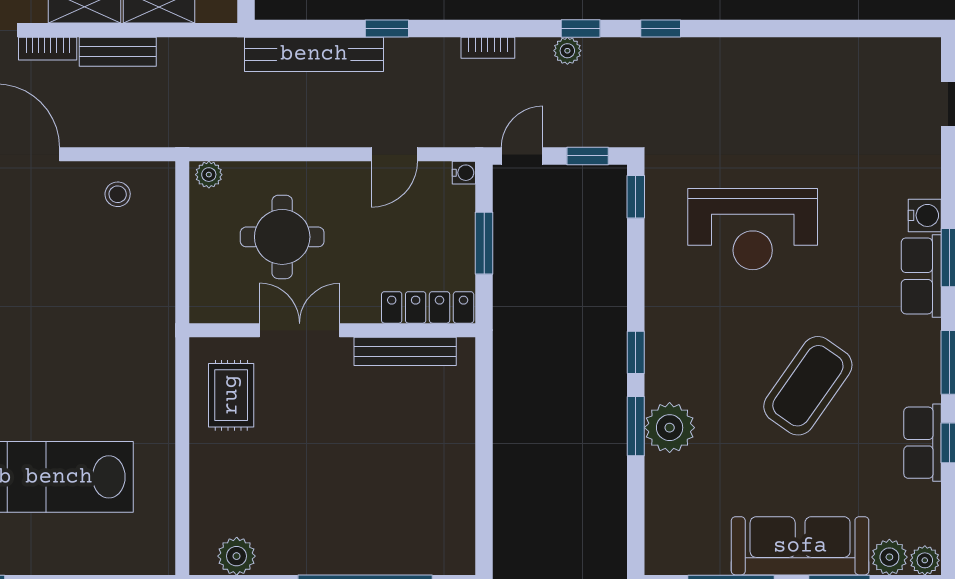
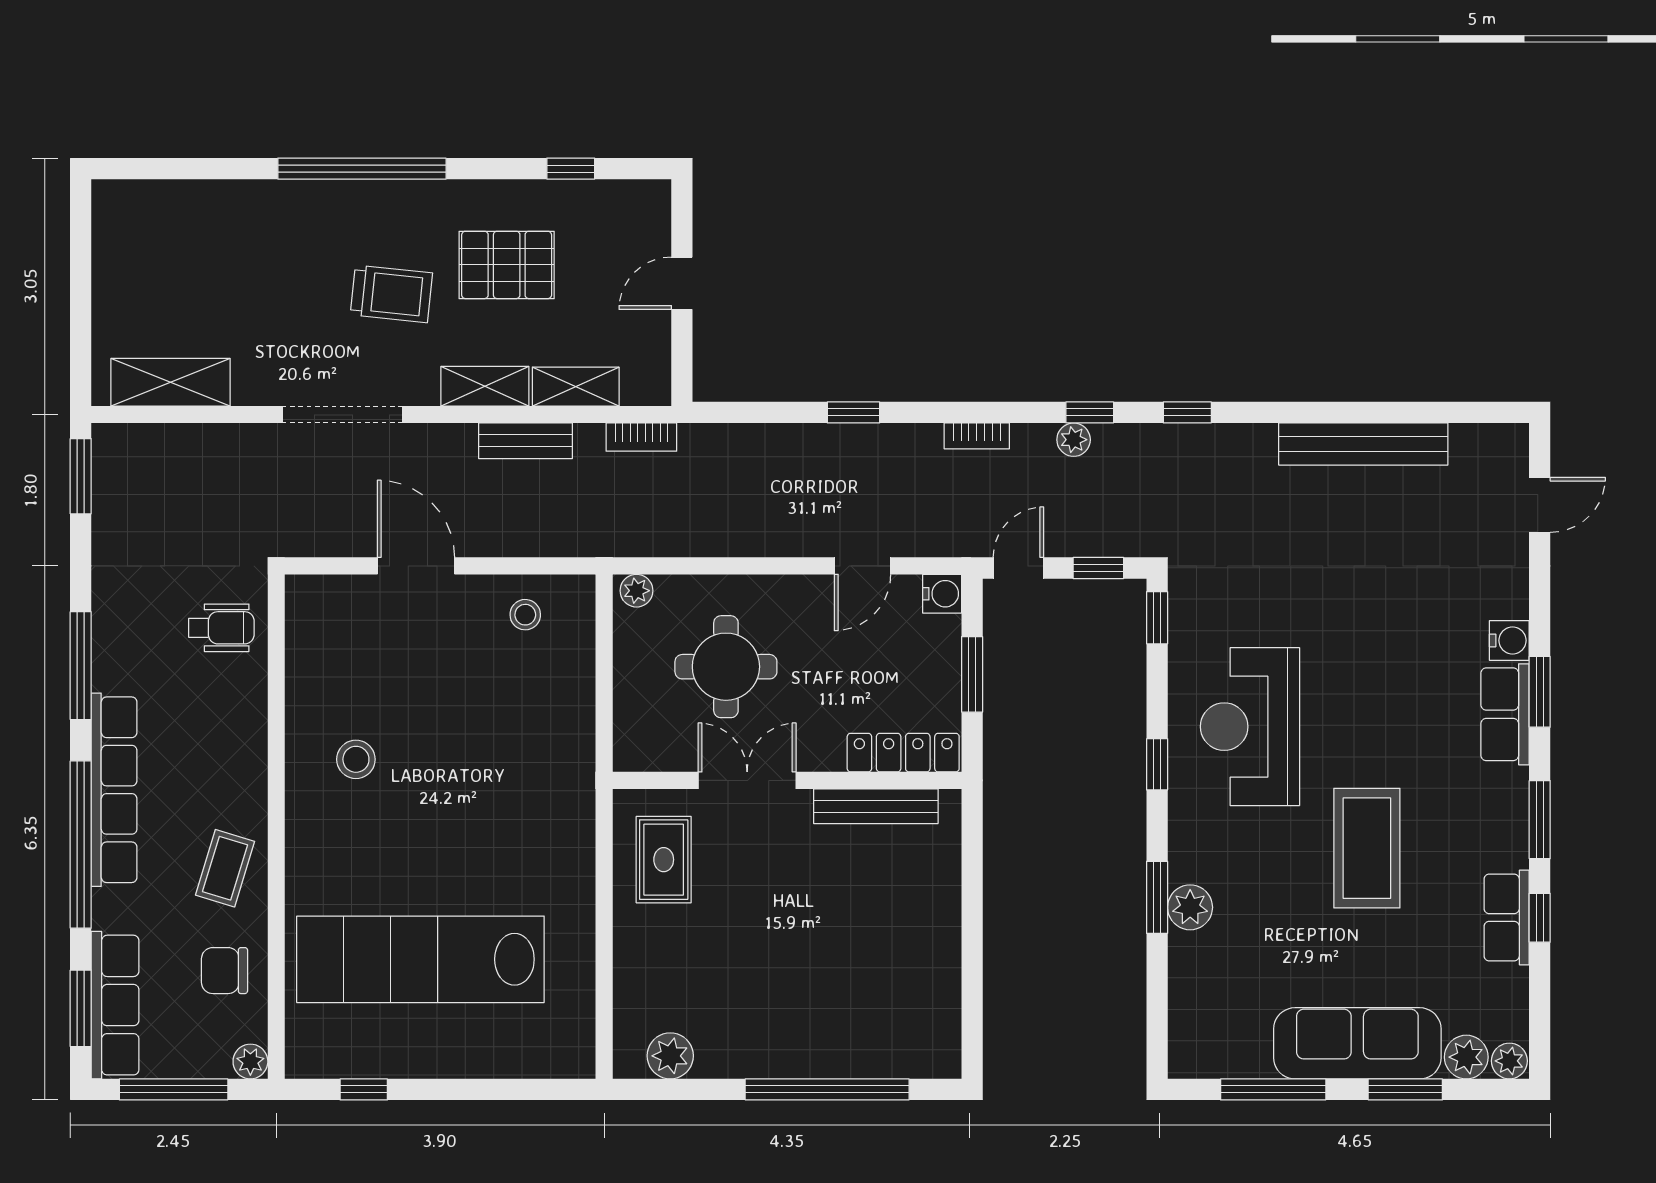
bookcase: (48, 49) -> (641, 437), moved
bench: (314, 54) -> (1363, 444), moved
water cooler: (464, 173) -> (942, 594), width x1.38, depth x1.38
reception desk: (753, 229) -> (1250, 727), moved, turned 90
window: (636, 352) -> (1157, 764), moved
coffee table: (808, 386) -> (1367, 848), turned -35
plant: (670, 428) -> (1190, 907), width x0.73, depth x0.73

